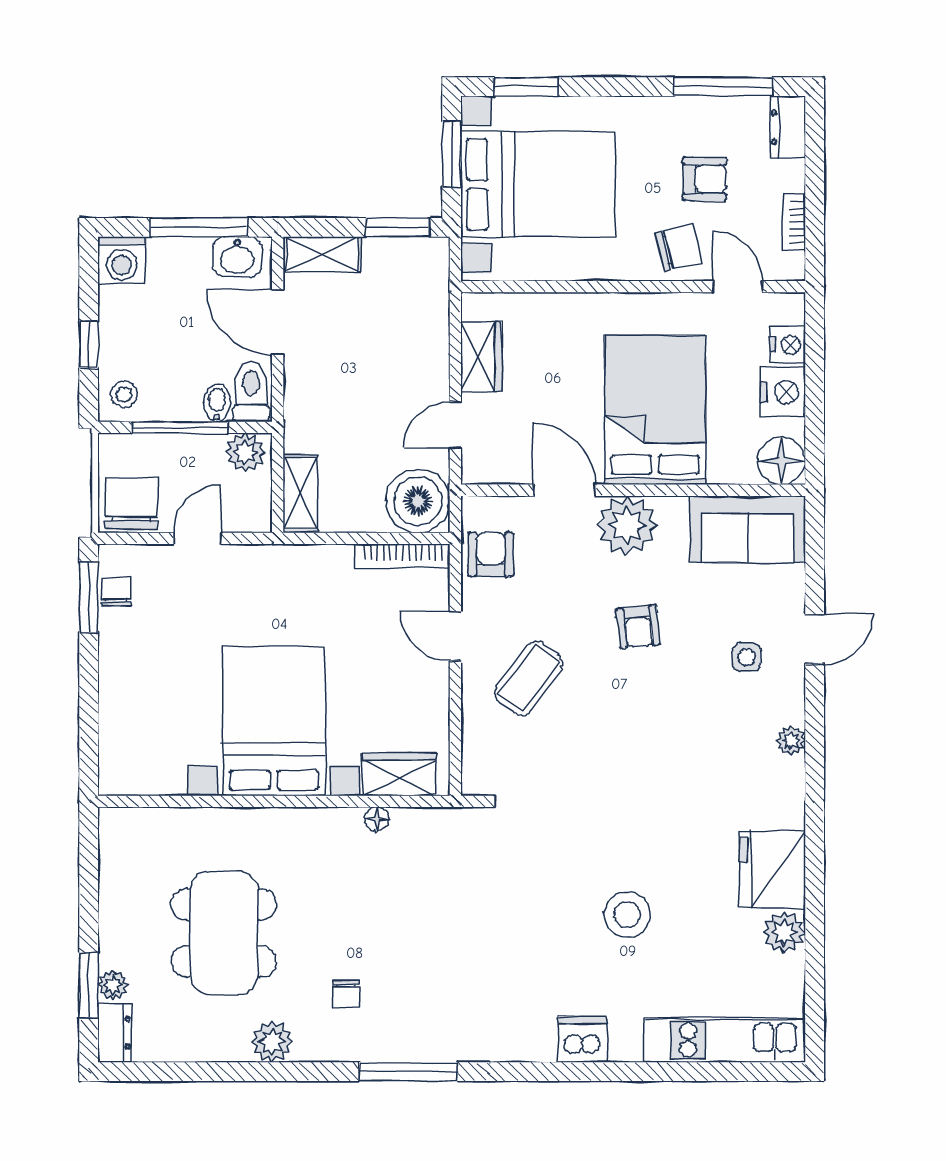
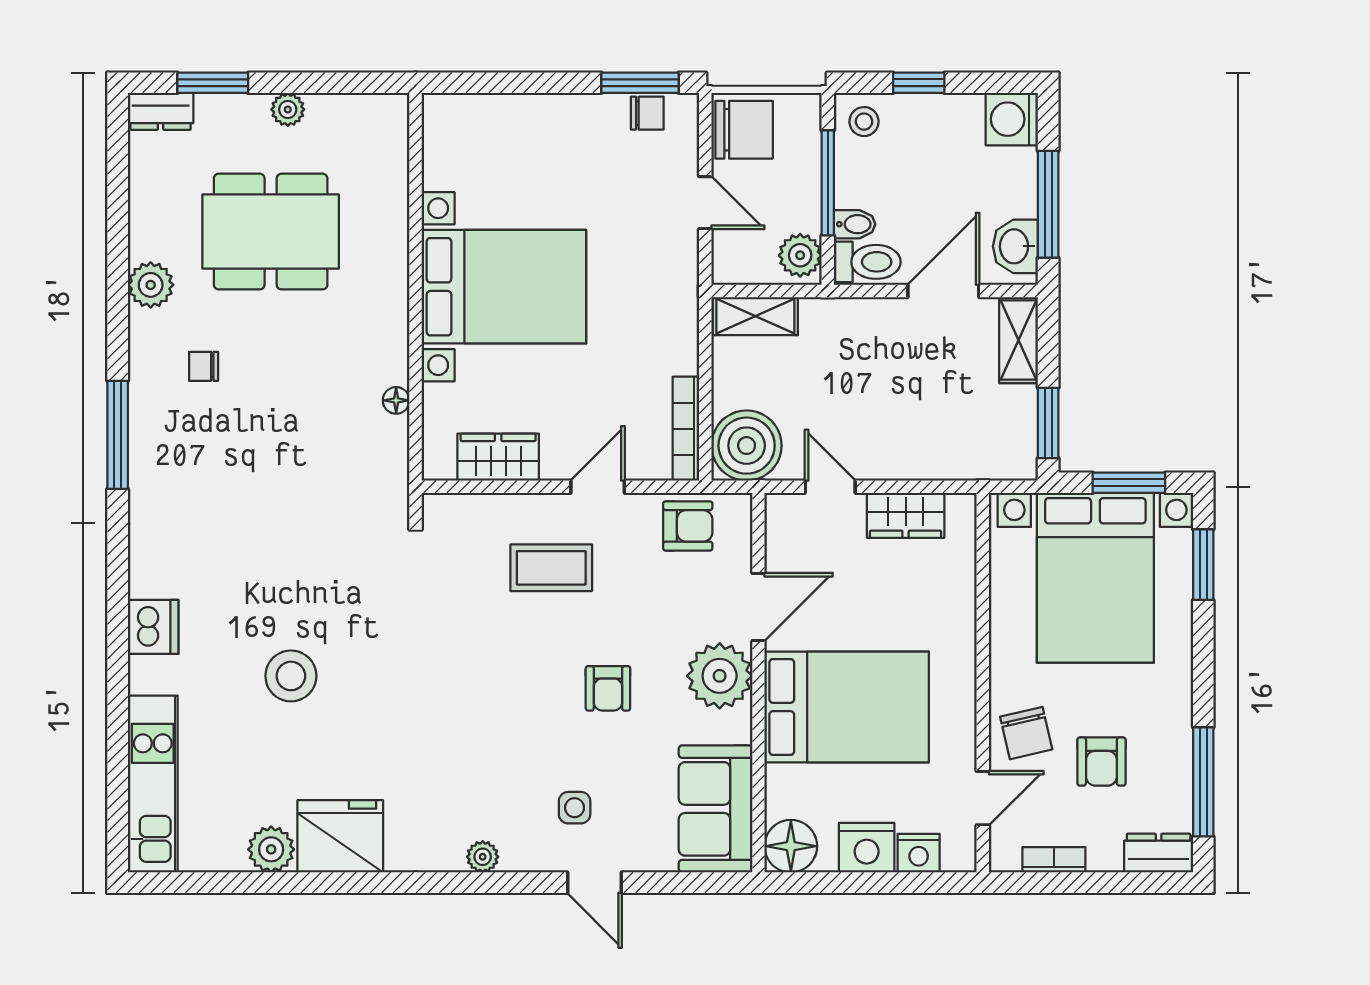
armchair: (638, 627) -> (608, 688), turned -84
coffee table: (529, 678) -> (551, 568), turned -37
wardrobe: (399, 774) -> (498, 457), moved, turned -90
plant: (113, 985) -> (288, 109), moved

